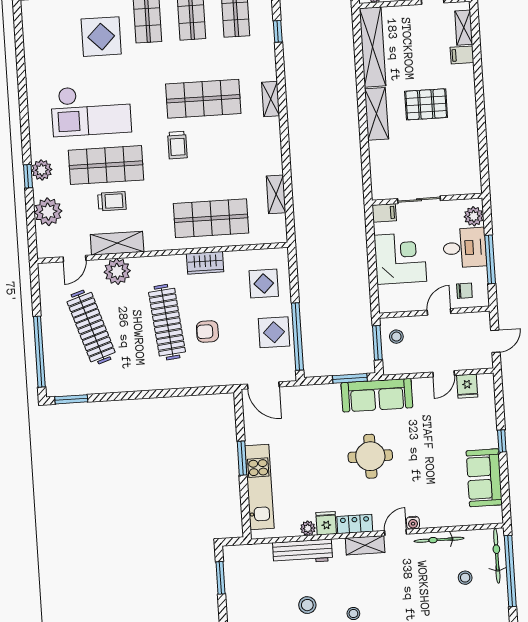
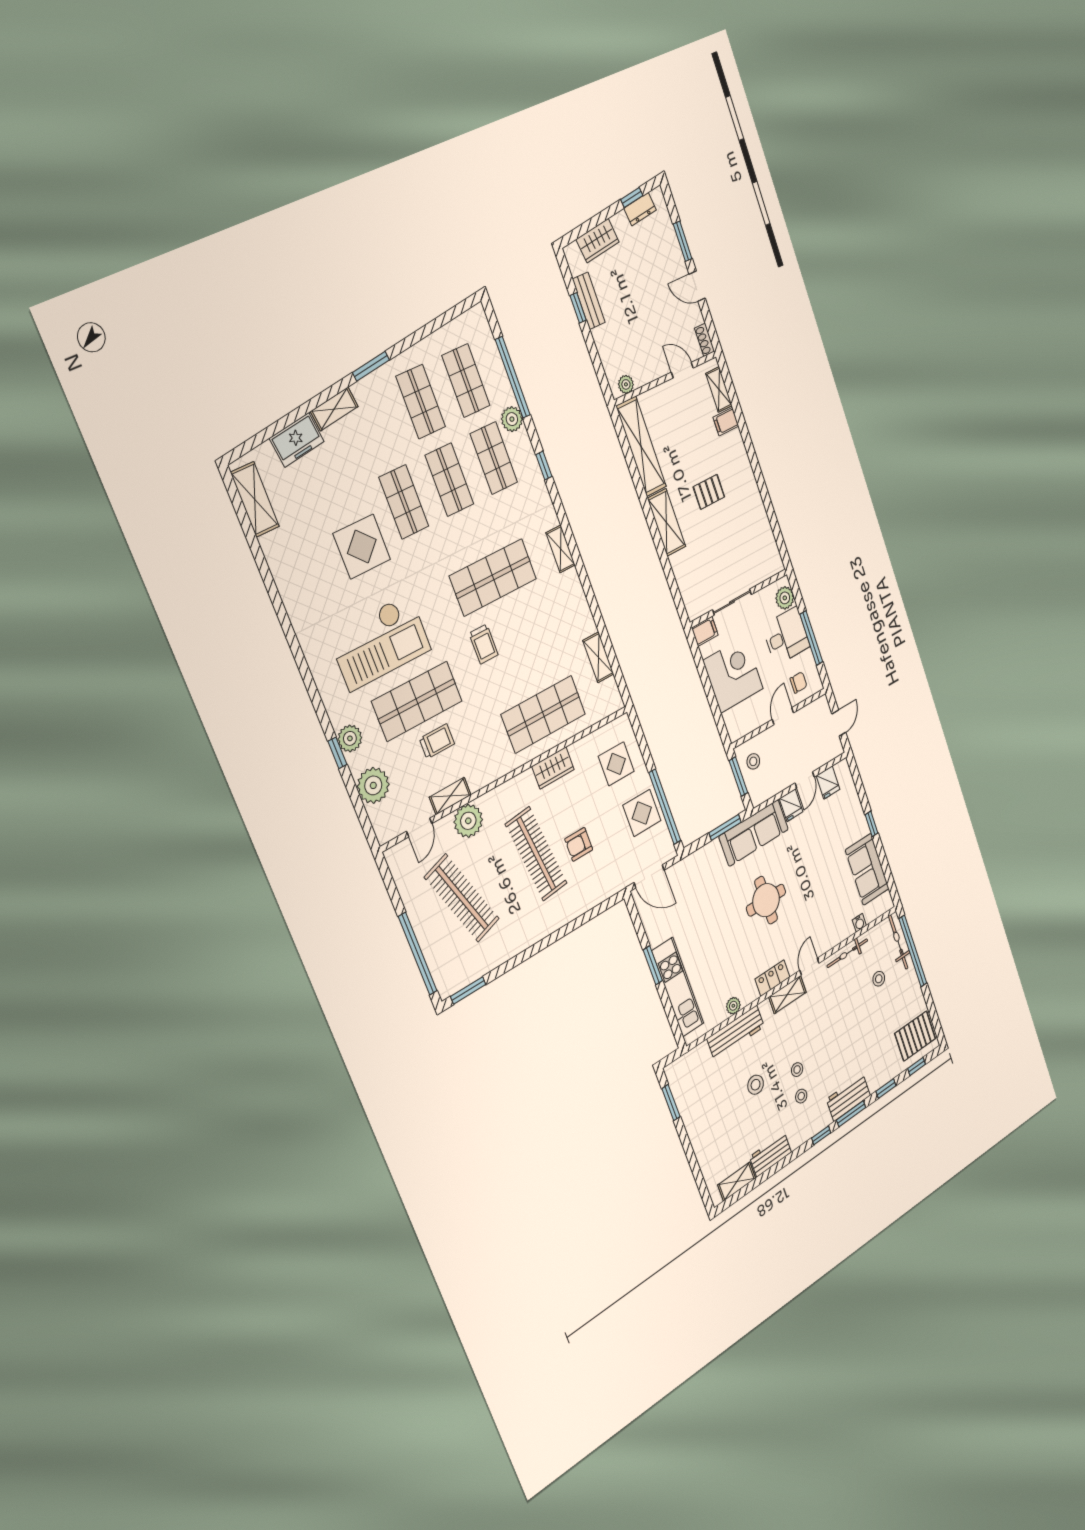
pallet: (426, 104) -> (709, 492), width x0.67, depth x0.71
shelving: (117, 243) -> (450, 796), width x0.67, depth x0.75
fridge: (326, 523) -> (791, 805), moved, turned 180
water cooler: (413, 523) -> (859, 923), moved

